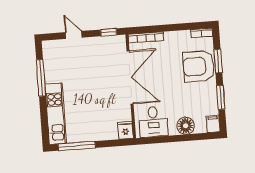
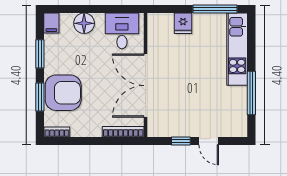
window: (109, 32) -> (181, 141), moved
fridge: (125, 130) -> (183, 23), moved

